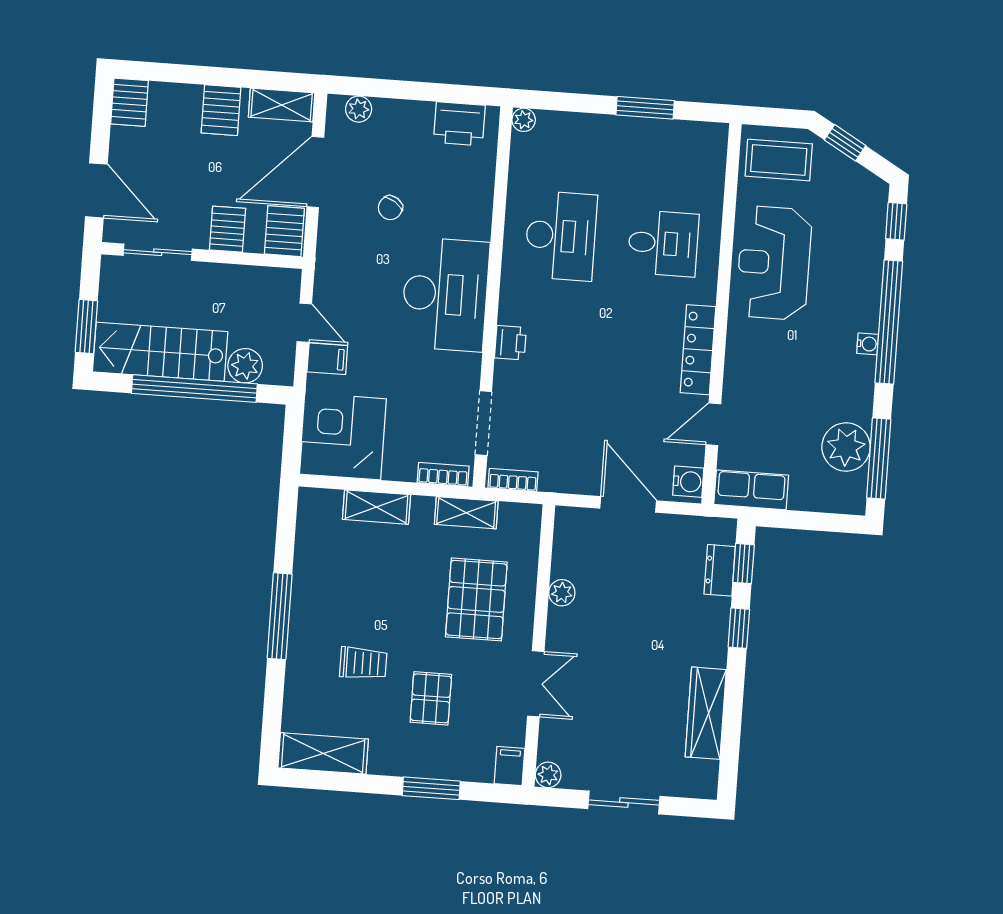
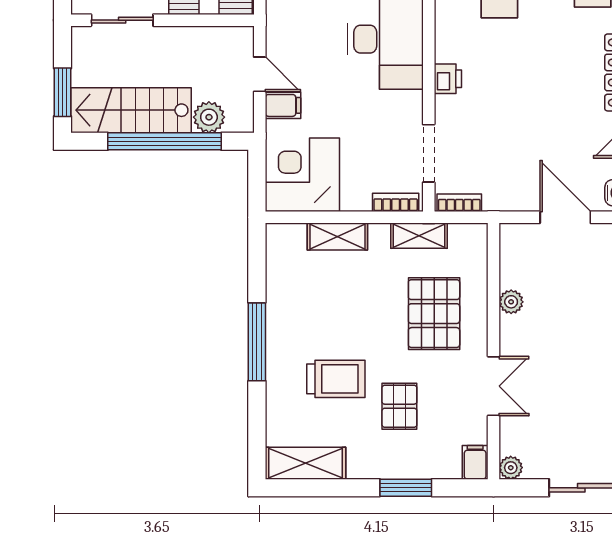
trolley: (363, 663) -> (336, 379), width x1.36, depth x1.39

